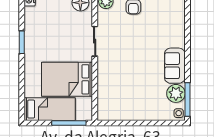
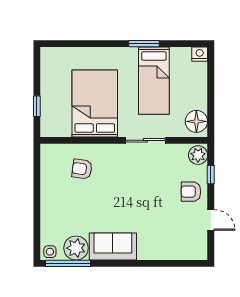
armchair: (116, 89) -> (82, 169), added
bed: (50, 109) -> (154, 81), moved
window: (69, 123) -> (37, 106), width x0.46

